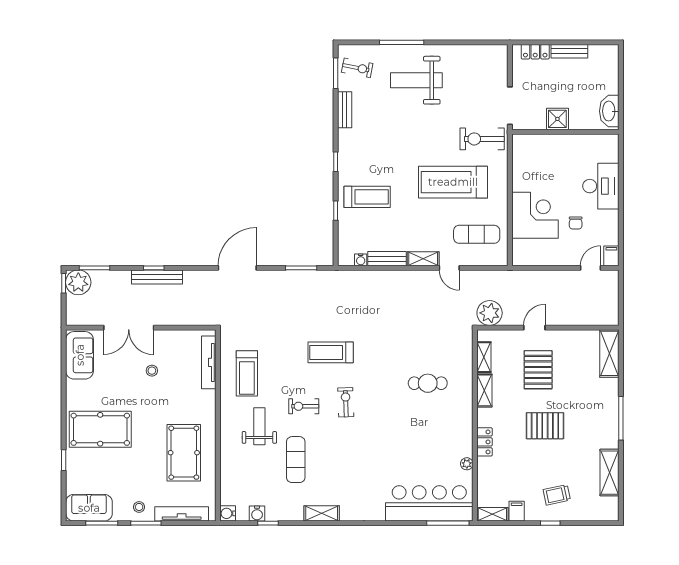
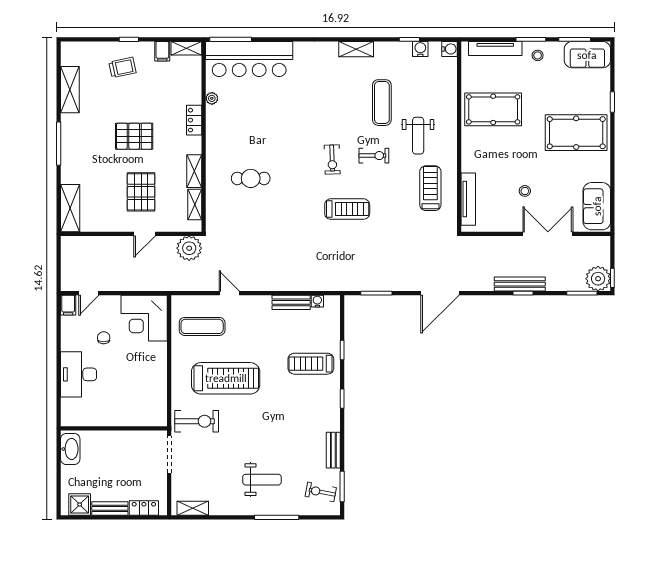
weight bench: (416, 80) -> (262, 480), width x0.73, depth x0.75
shower: (557, 119) -> (80, 504), moved
corner desk: (535, 215) -> (144, 318), moved
shelving: (423, 259) -> (193, 508), moved
pool table: (184, 453) -> (493, 109), turned 90

